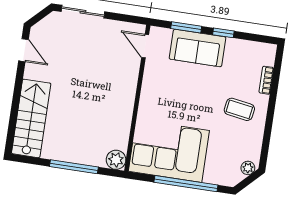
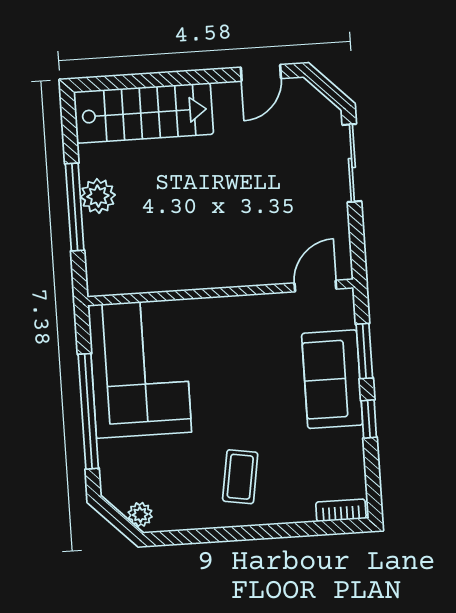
bookcase: (266, 80) -> (341, 510), moved
plant: (116, 160) -> (98, 196), moved

